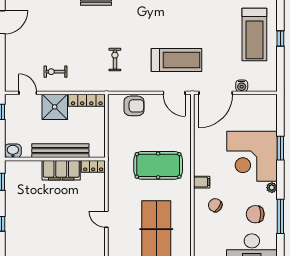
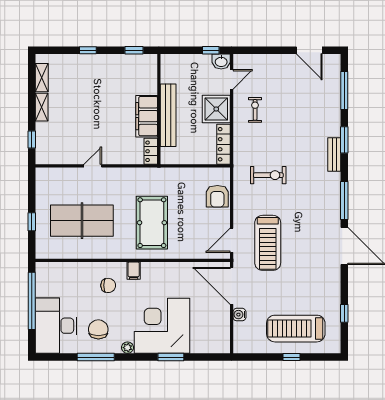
exercise bike: (115, 59) -> (268, 175), width x1.38, depth x1.39
washbasin: (13, 151) -> (221, 61), moved, turned 90
chair: (215, 205) -> (108, 285), turned 56

